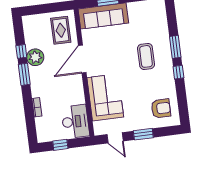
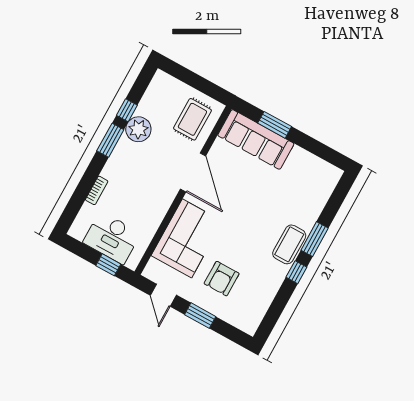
coffee table: (146, 56) -> (289, 244), moved
door: (82, 59) -> (193, 172), swing flipped
armchair: (161, 108) -> (222, 279), moved, turned 90
desk: (75, 121) -> (112, 238), moved, turned 90
window: (60, 145) -> (108, 265), moved

